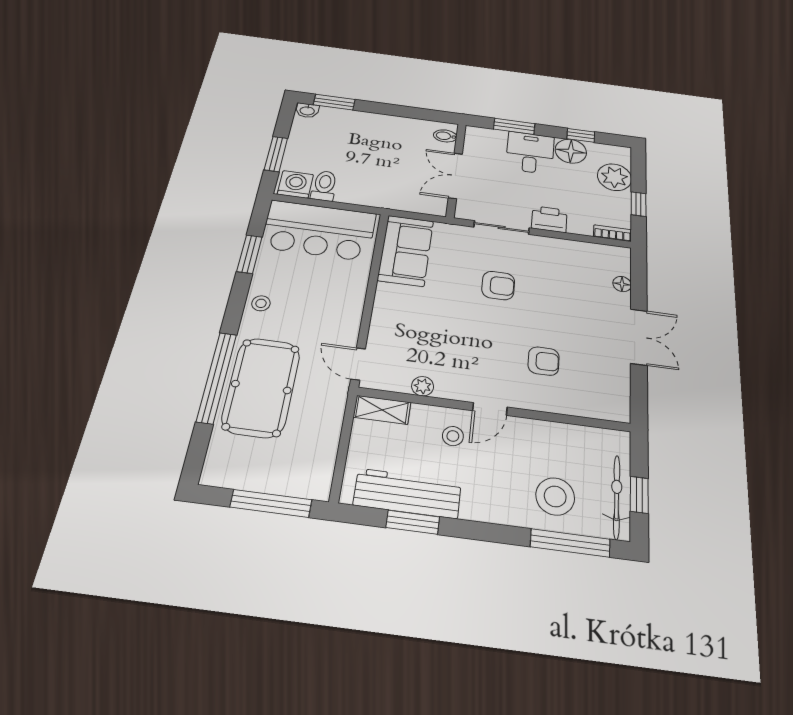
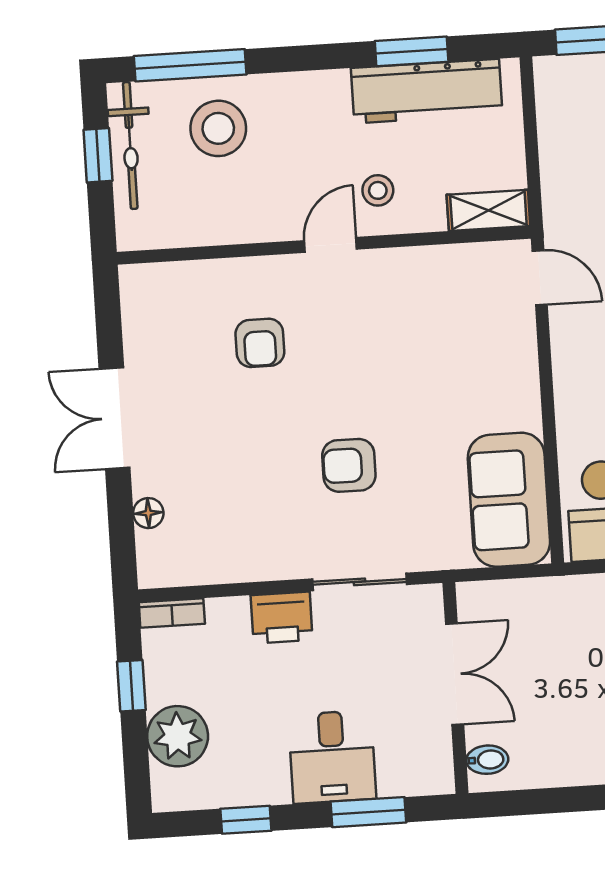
floor lamp: (571, 151) -> (260, 778), removed
armchair: (544, 361) -> (260, 343), turned -90
plant: (423, 386) -> (436, 261), removed

